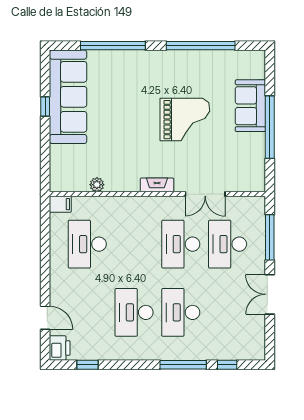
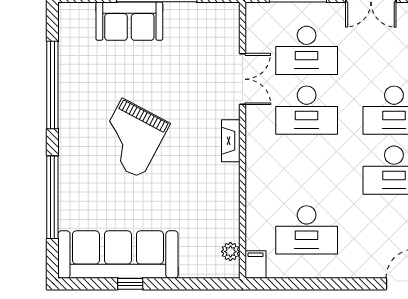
grand piano: (185, 120) -> (132, 138), moved, turned -152
plant: (97, 185) -> (230, 252), moved

